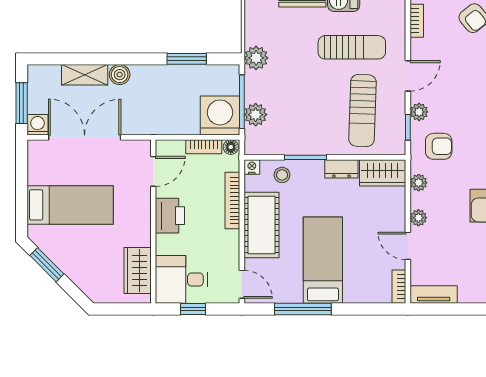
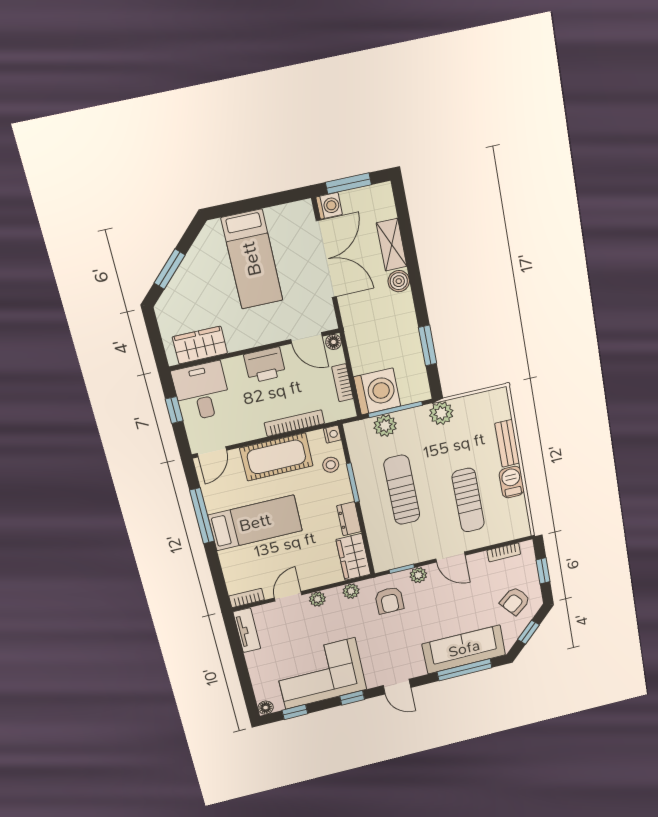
sun lounger: (362, 111) -> (402, 490), moved, turned 88
floor lamp: (231, 147) -> (334, 342), moved
window: (47, 265) -> (170, 269), moved

